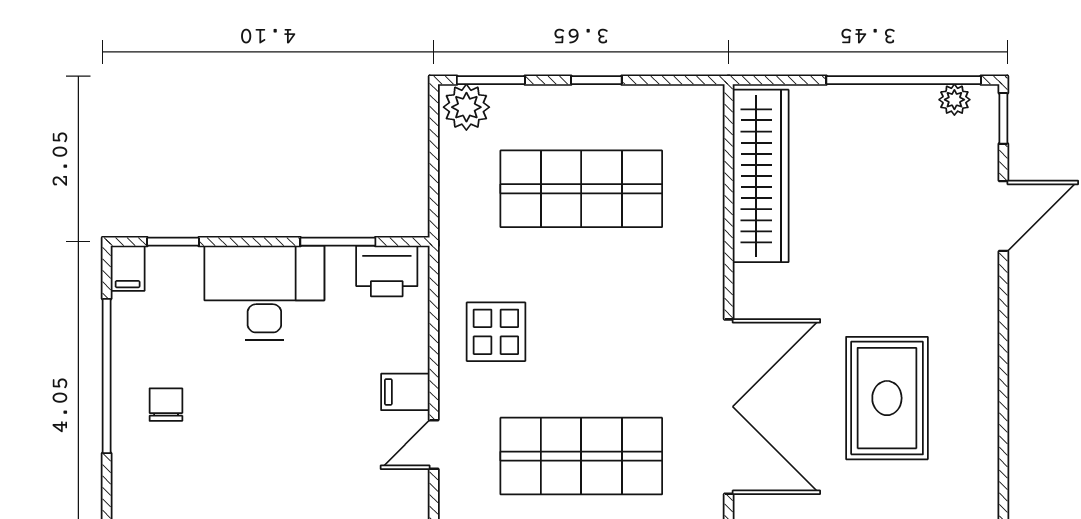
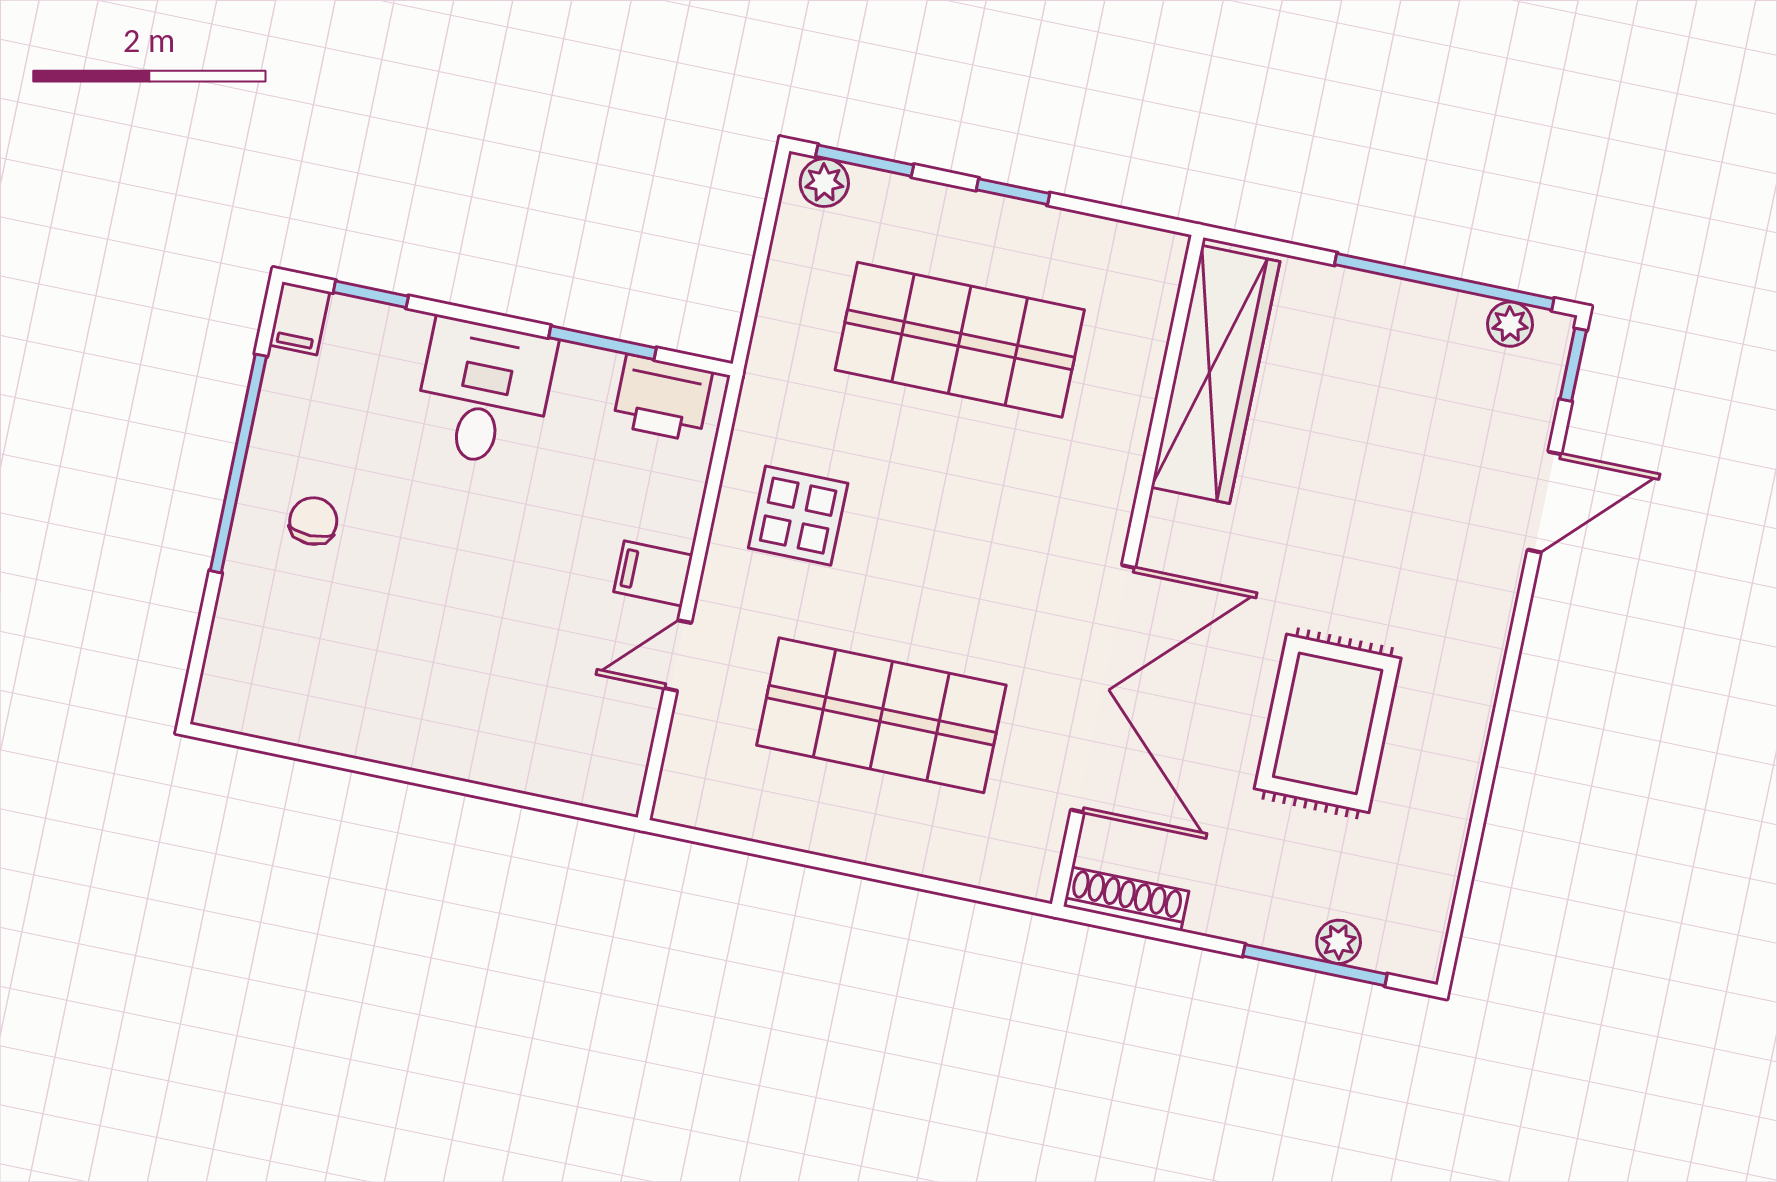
plant: (466, 107) -> (824, 183), width x0.73, depth x0.73
desk: (264, 293) -> (484, 393), width x0.73

